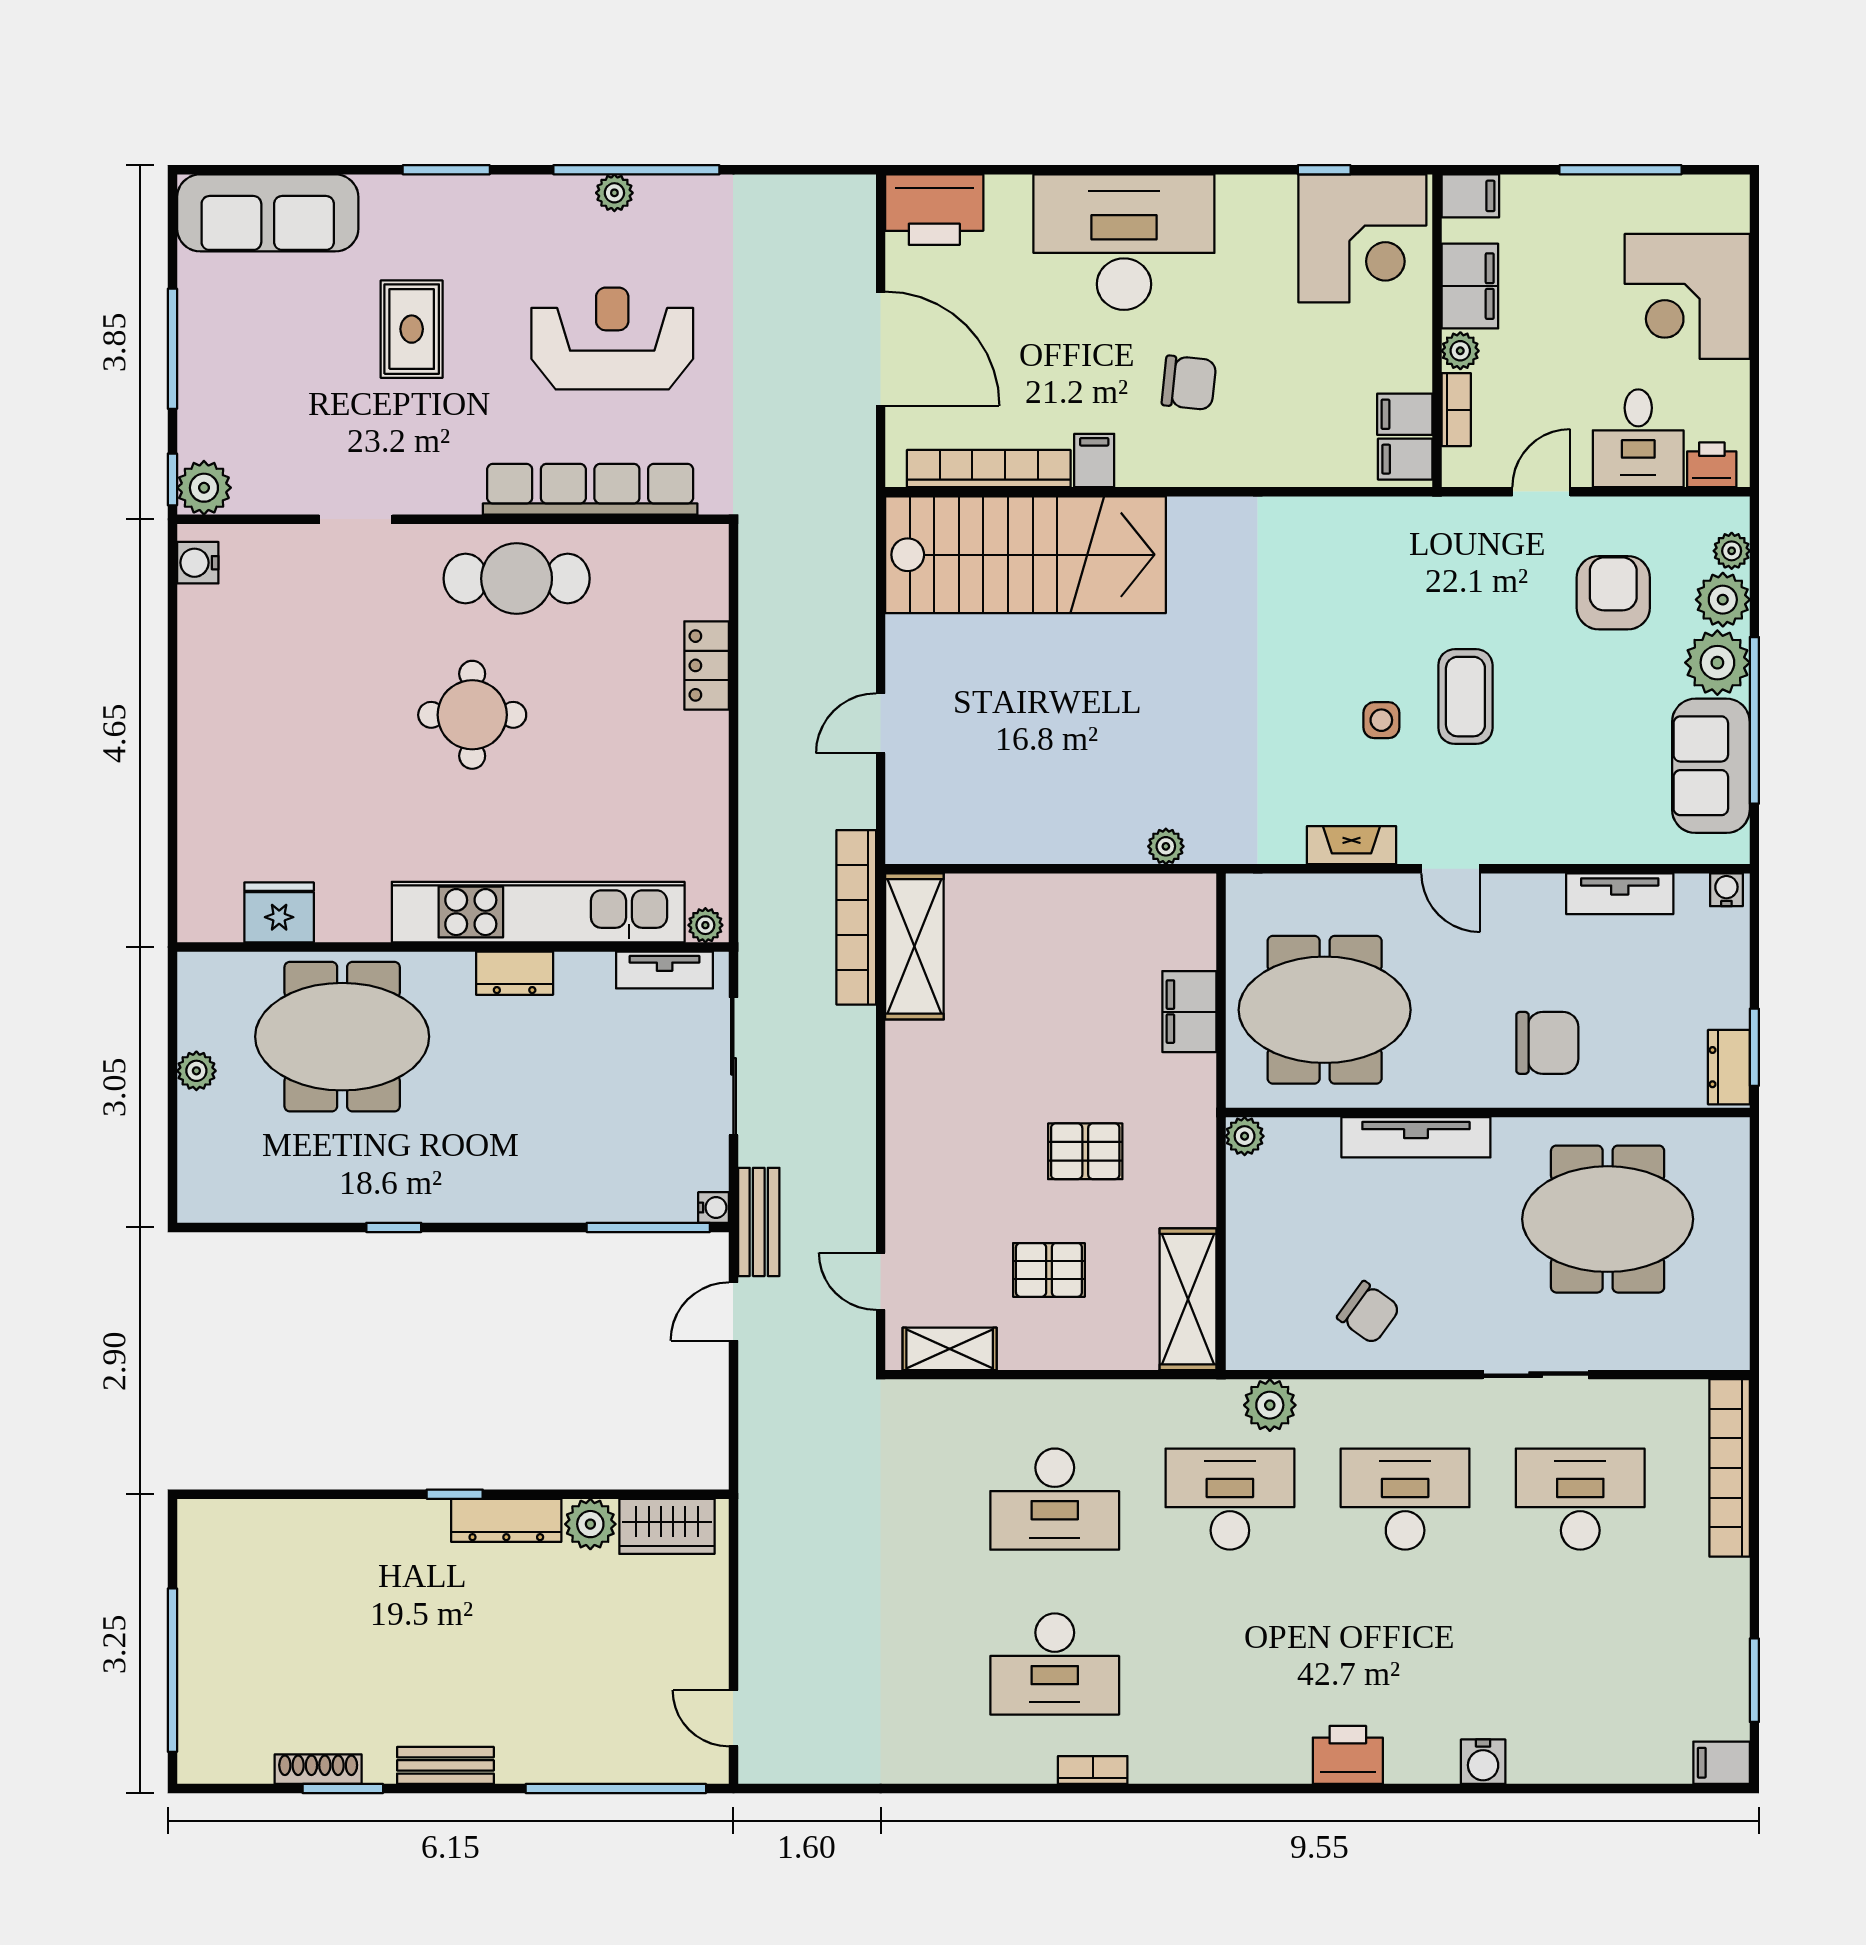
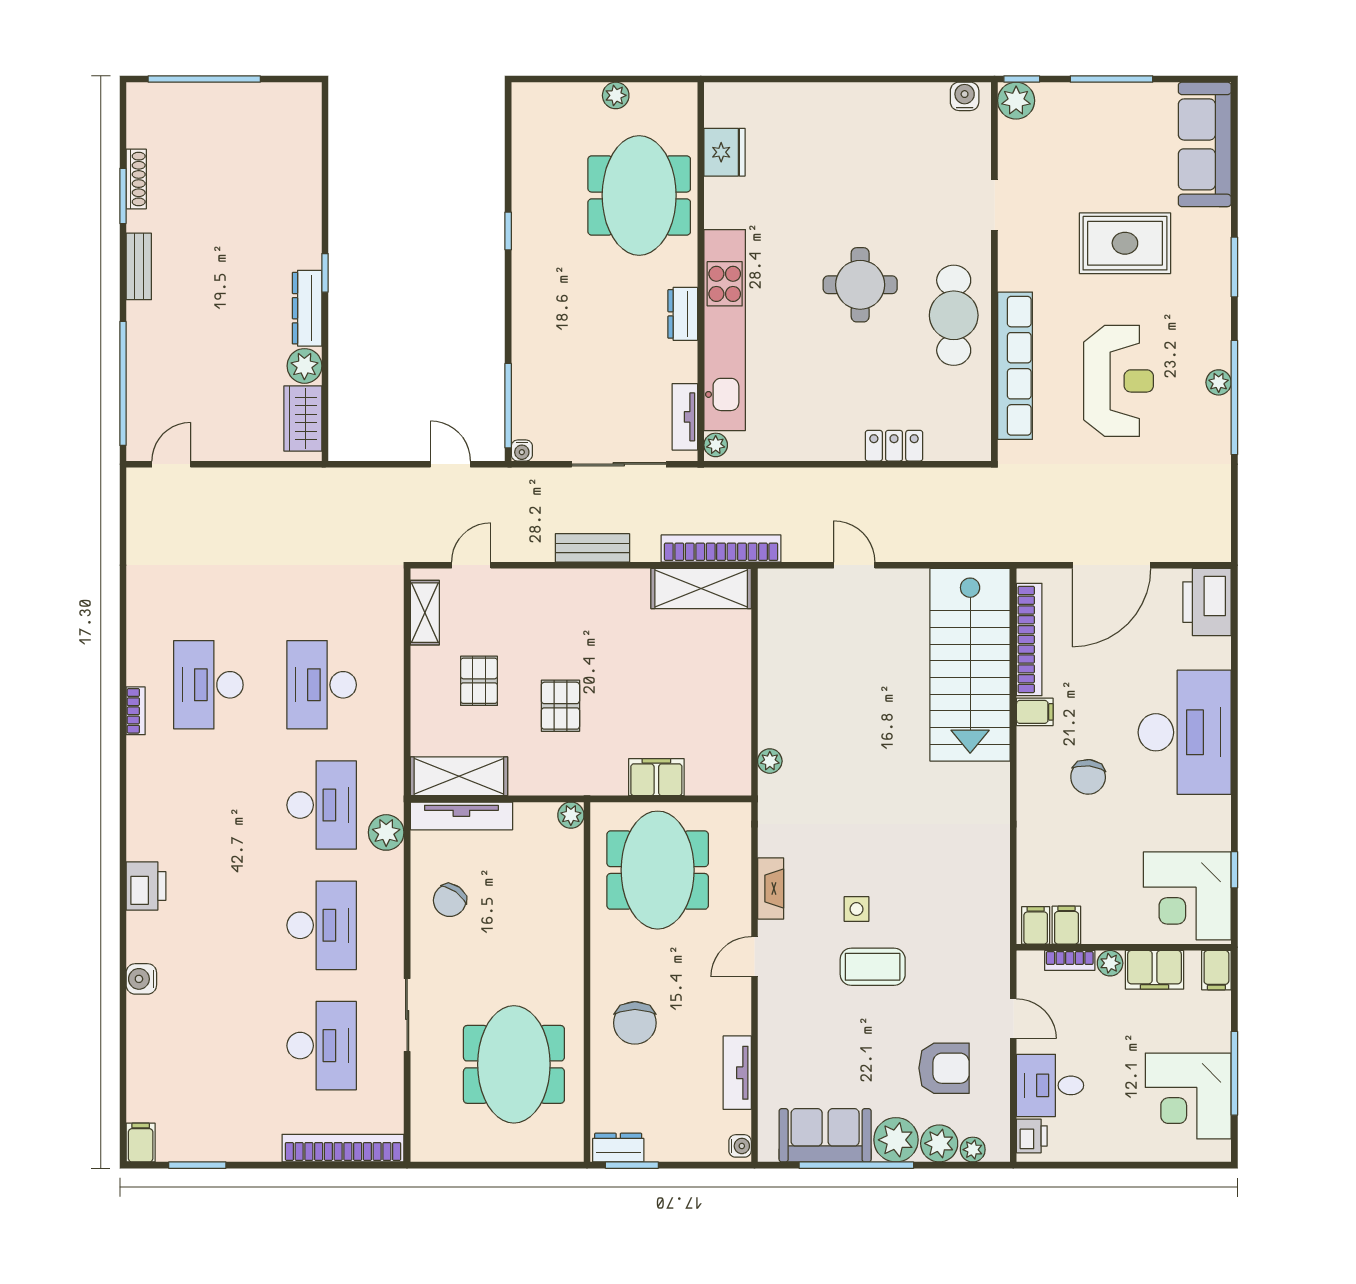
corner desk: (1687, 296) -> (1188, 1096), moved, turned -90
rug: (412, 329) -> (1125, 243), width x1.36, depth x1.43
tv unit: (1416, 1137) -> (461, 816), moved, turned -90
bench: (759, 1222) -> (592, 548), moved

